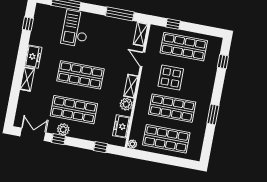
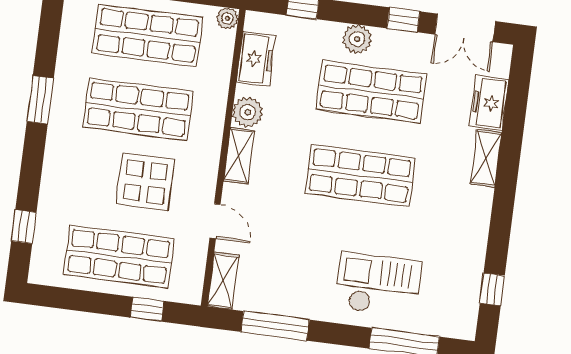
checkout: (76, 29) -> (378, 285), turned -90
freezer: (33, 57) -> (489, 103), moved
plant: (63, 129) -> (357, 39), moved

